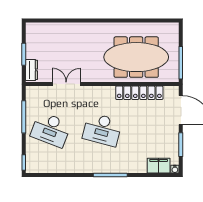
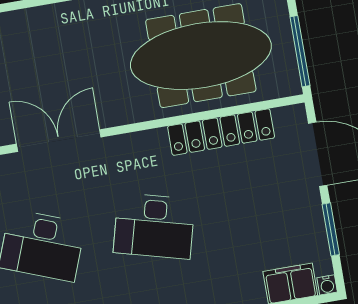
double door: (66, 84) -> (59, 141), width x1.37

